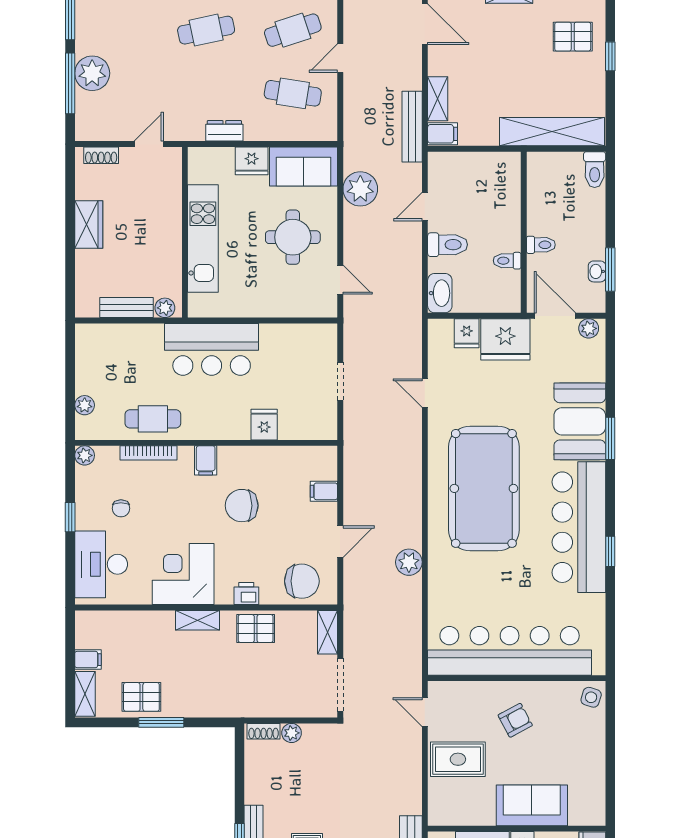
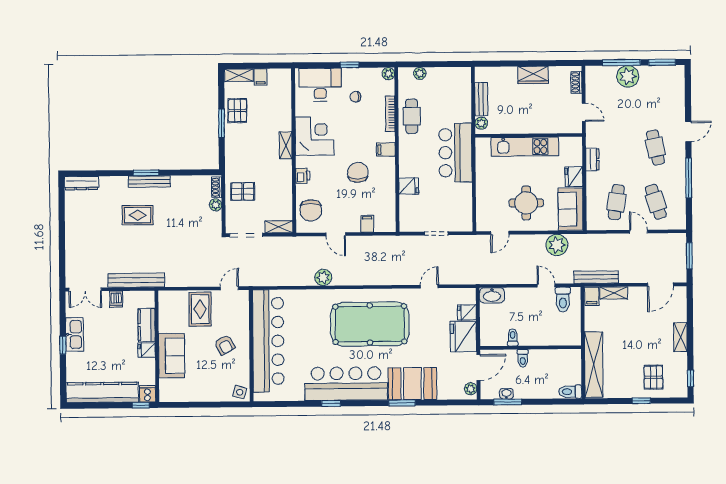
toilet: (448, 245) -> (563, 300), moved
pallet: (256, 629) -> (243, 191), moved, turned 90

